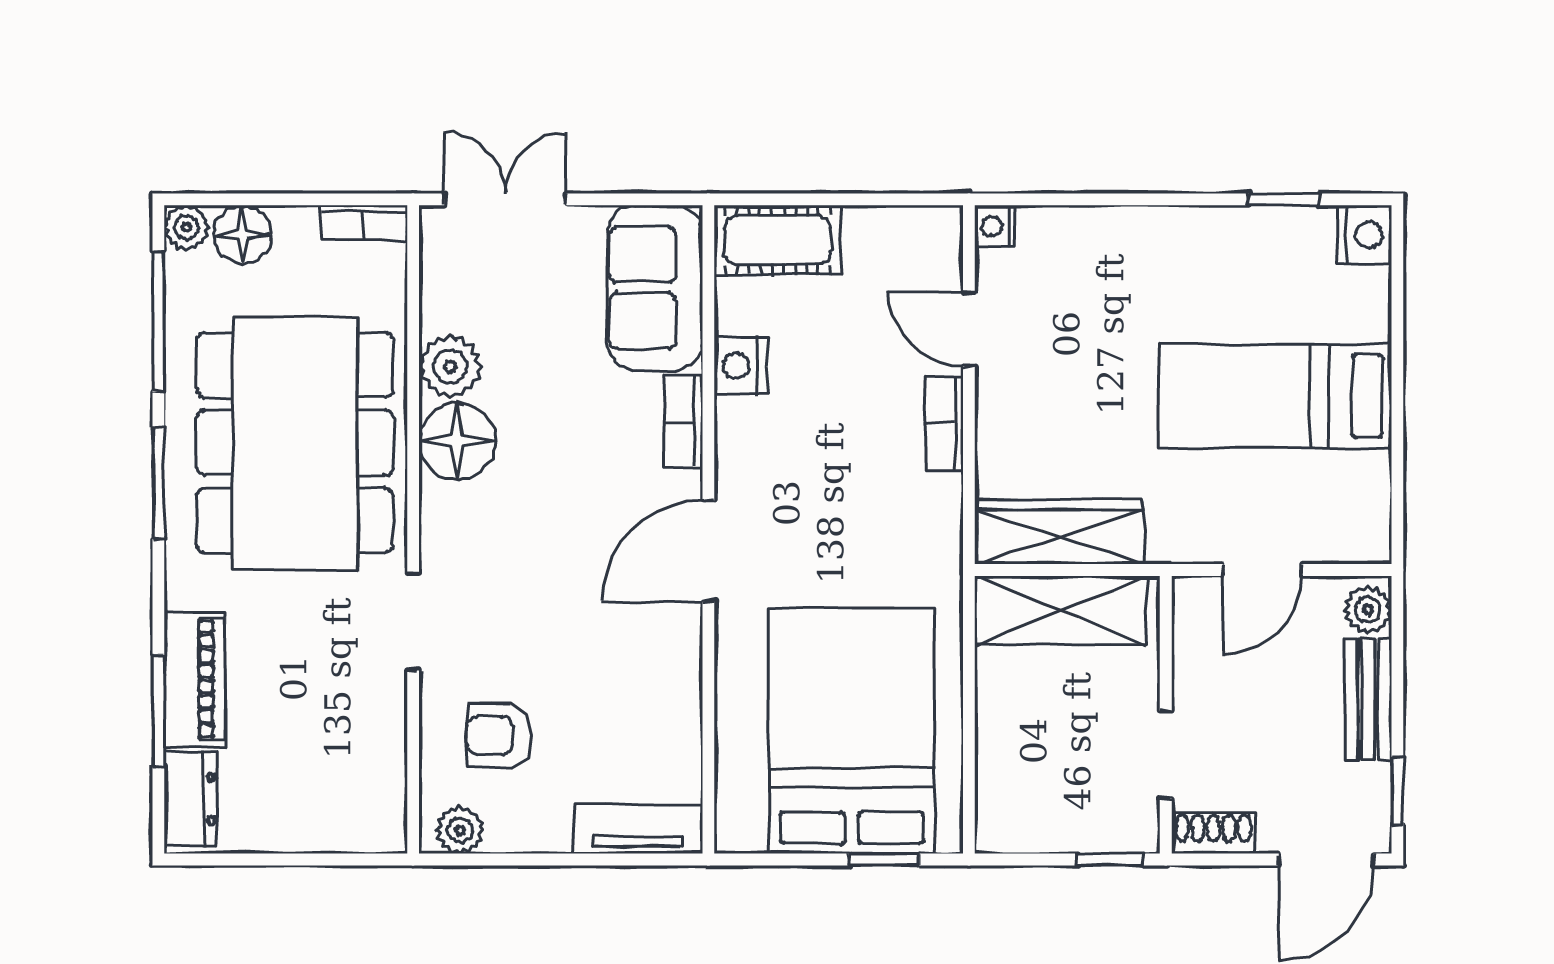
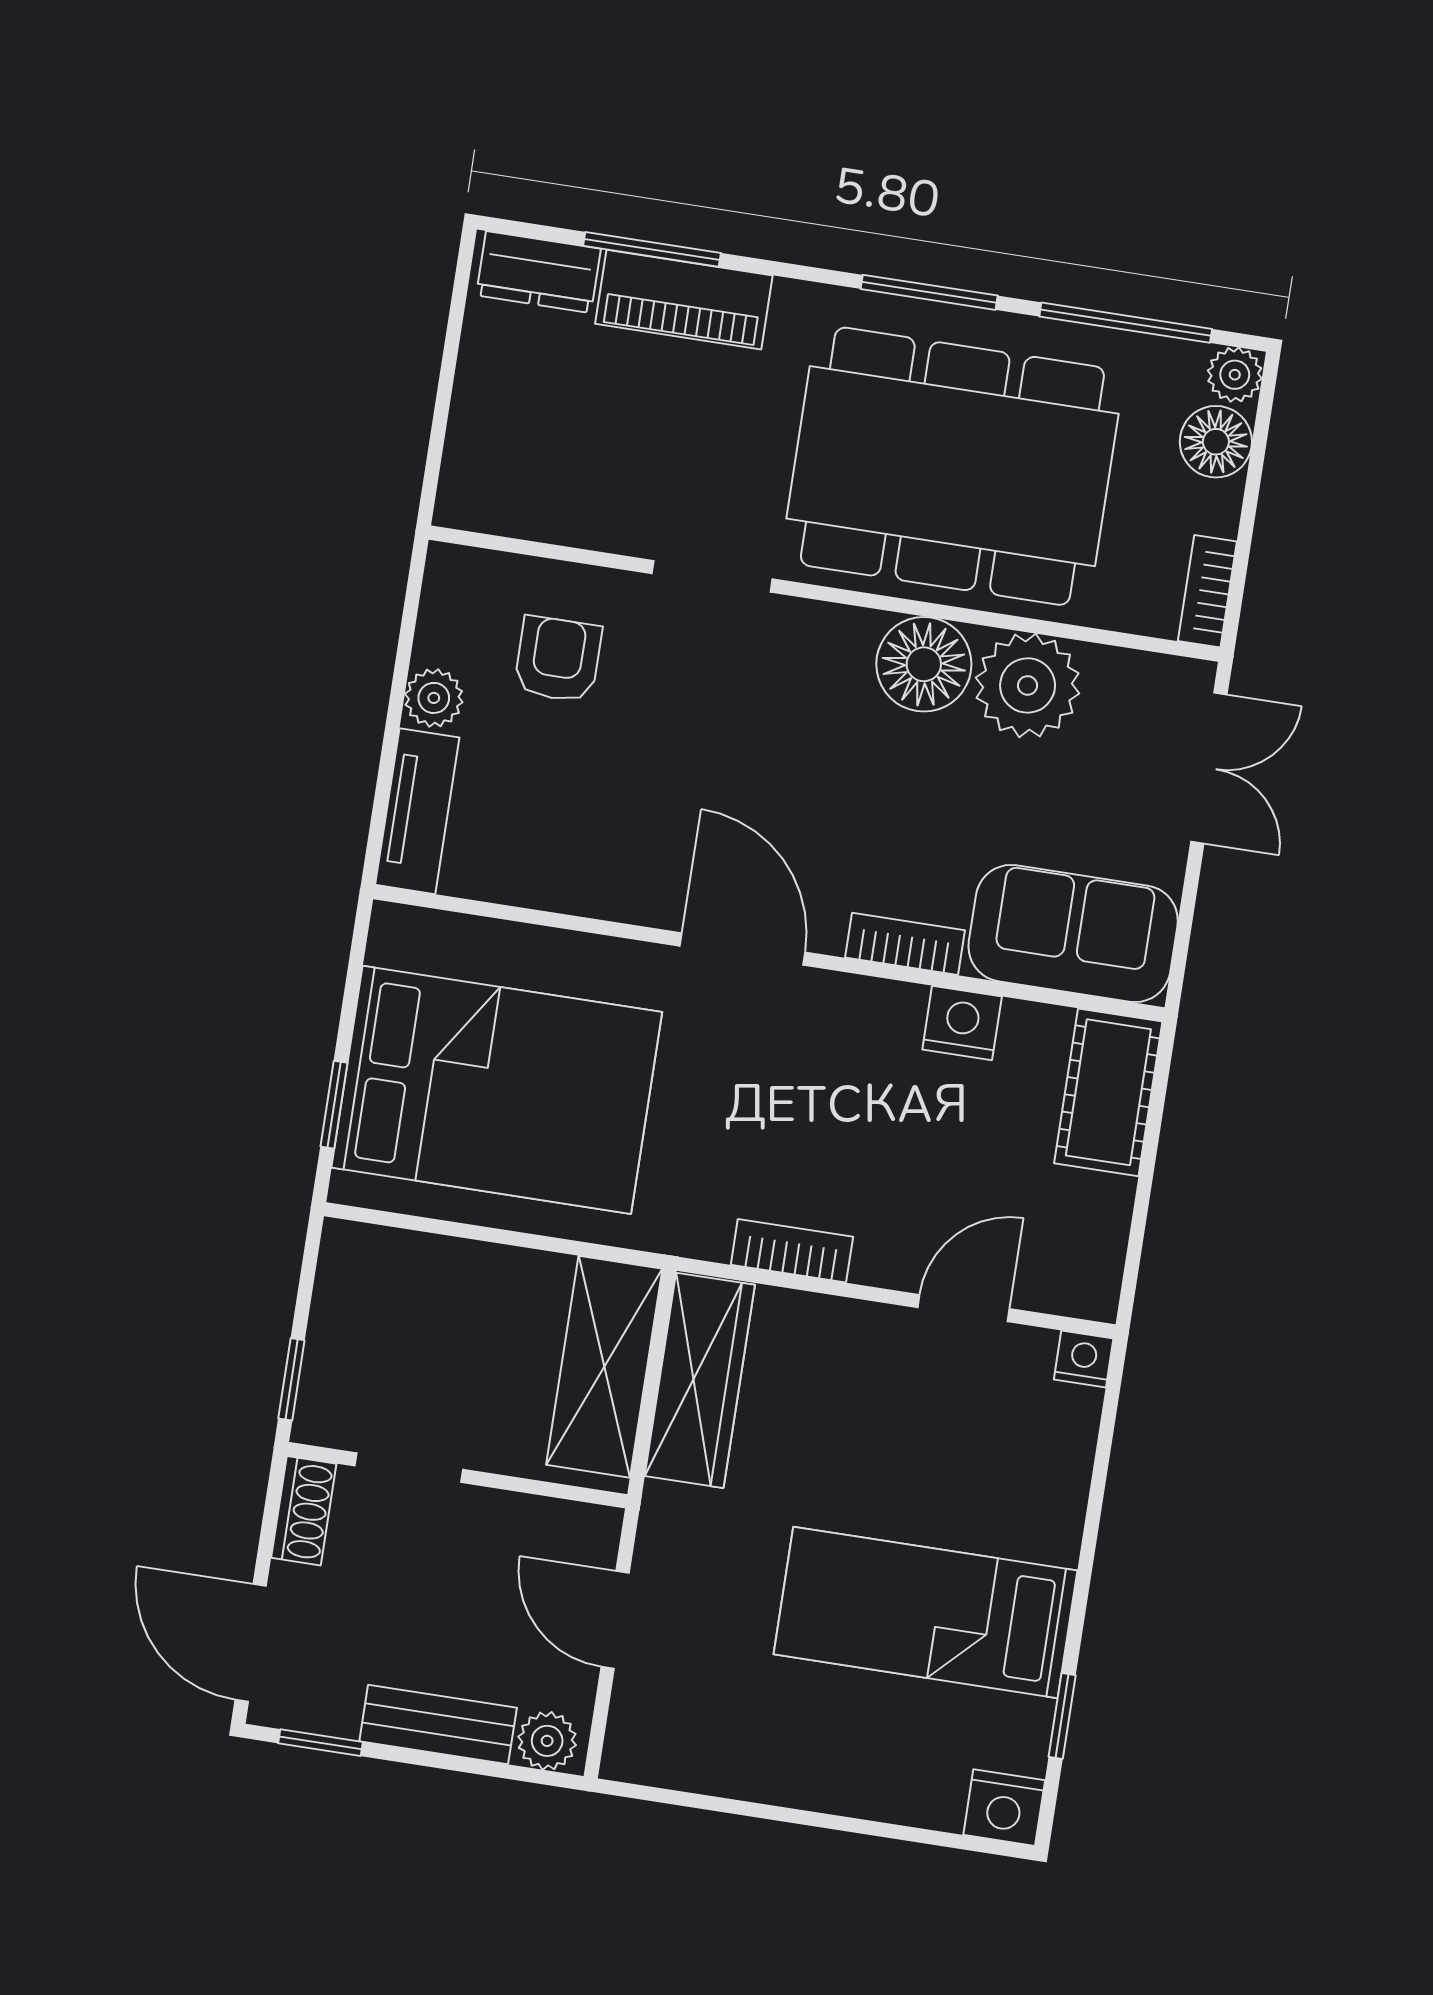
plant: (450, 367) -> (1028, 685), width x1.36, depth x1.36
bed: (1275, 396) -> (926, 1612), moved, turned -90
bookcase: (944, 423) -> (792, 1251), moved
plant: (460, 830) -> (434, 698), moved

